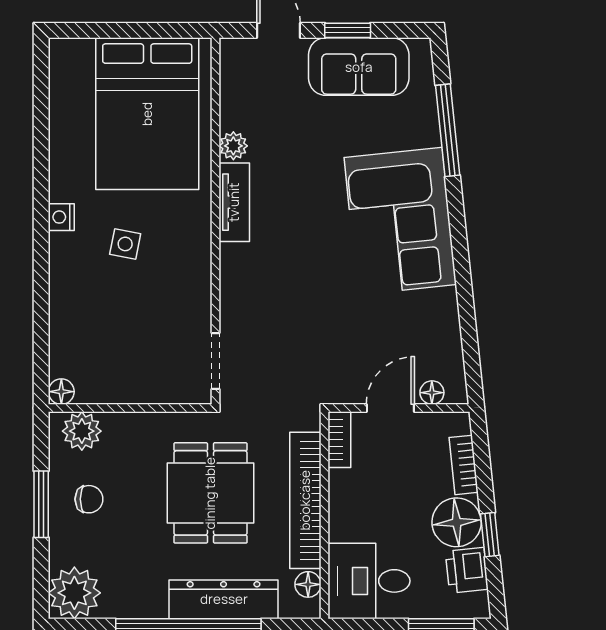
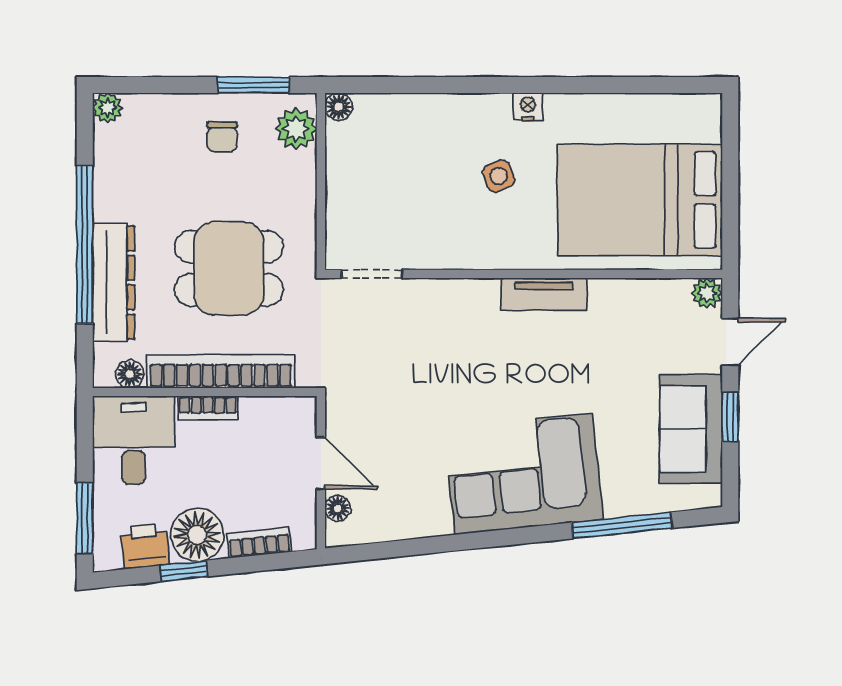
plant: (233, 146) -> (707, 293), moved
side table: (125, 244) -> (499, 176), turned -34
bookcase: (339, 440) -> (208, 408), moved
window: (41, 504) -> (254, 85), moved
plant: (74, 593) -> (108, 108), width x0.53, depth x0.53

